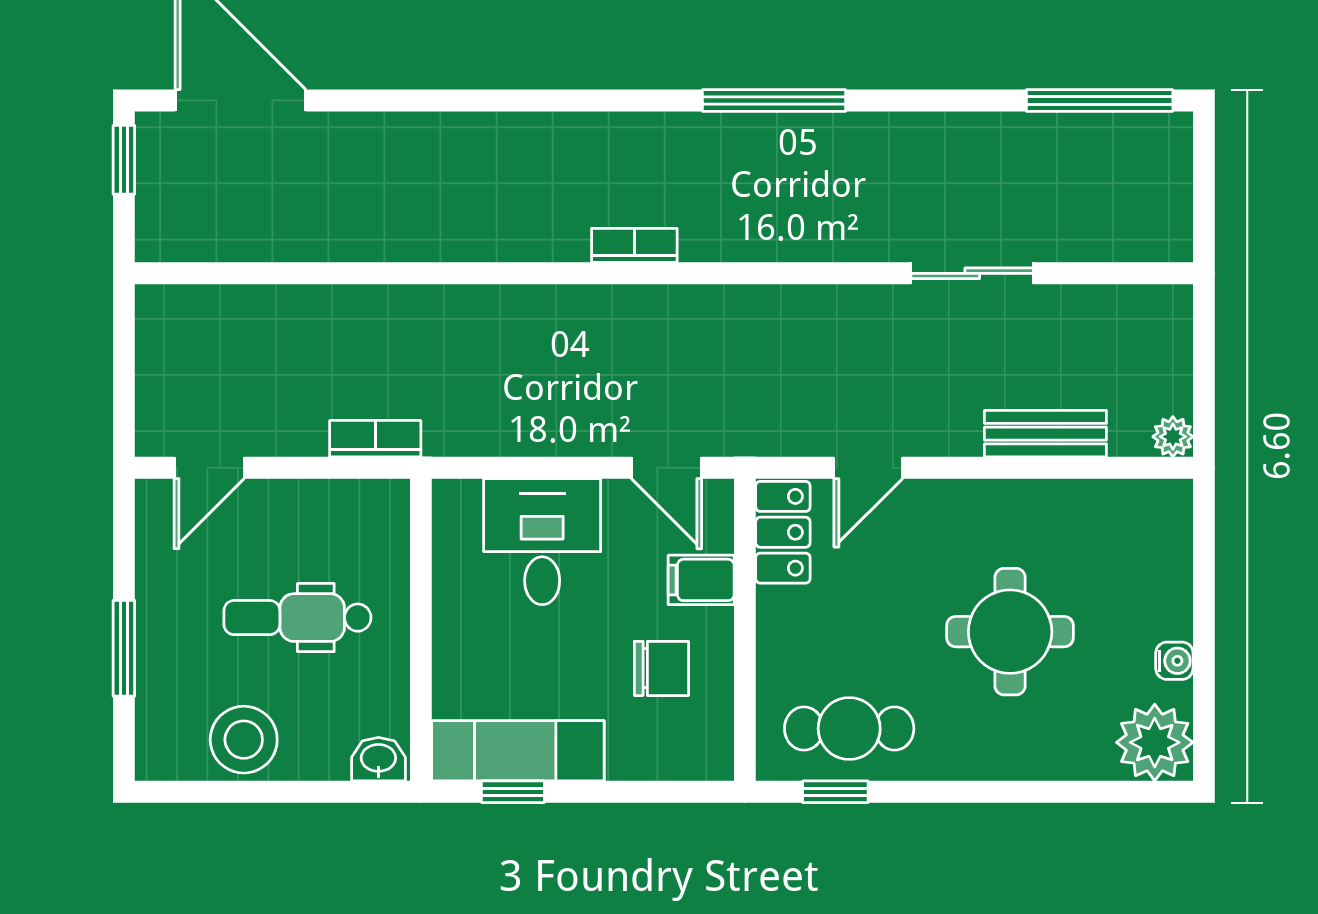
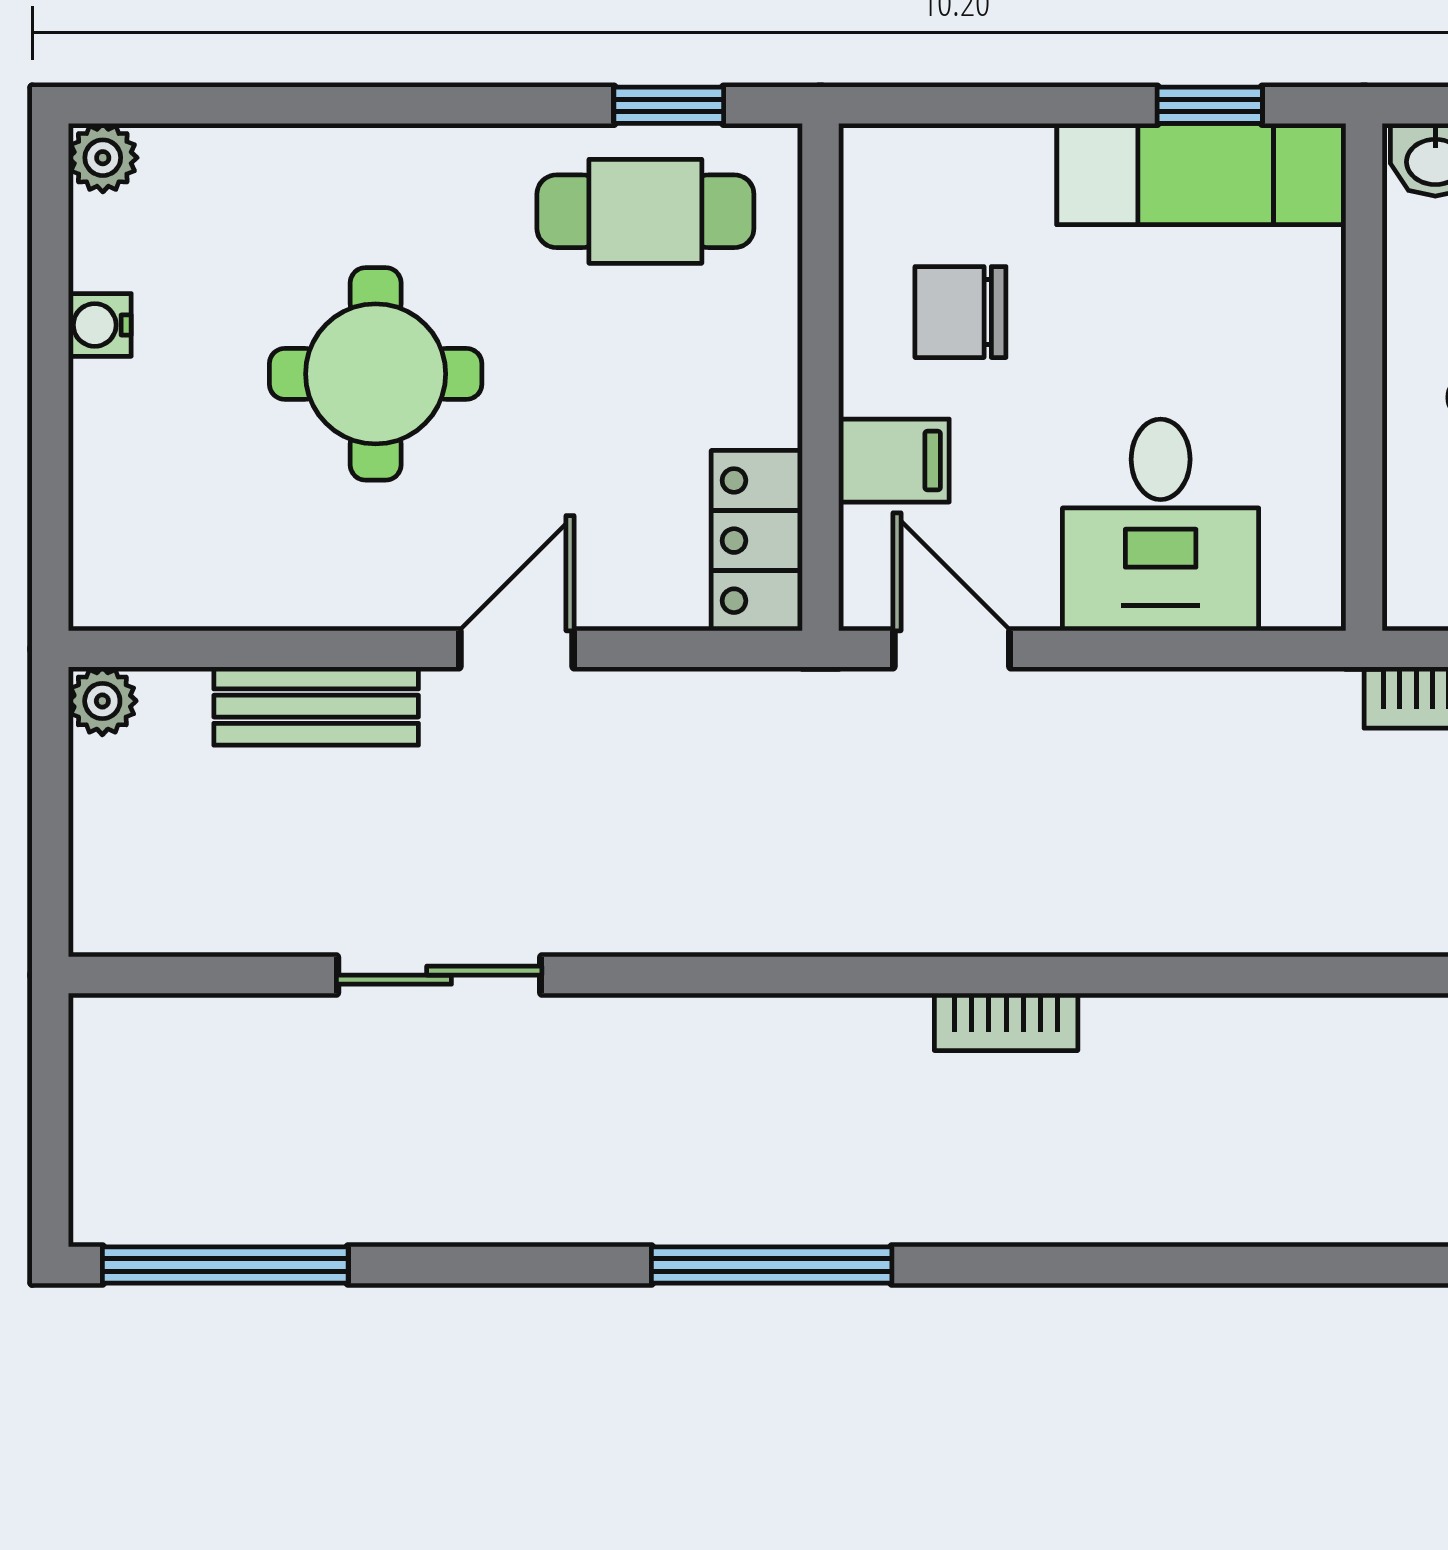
door: (868, 468) -> (516, 649), moved
plant: (1155, 742) -> (103, 158), width x0.53, depth x0.53

